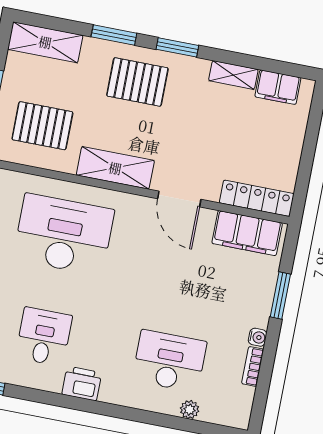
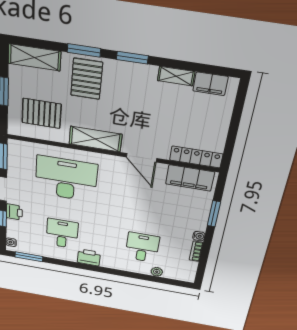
pallet: (137, 82) -> (87, 79), moved, turned 90
desk: (169, 361) -> (142, 247), width x0.73

